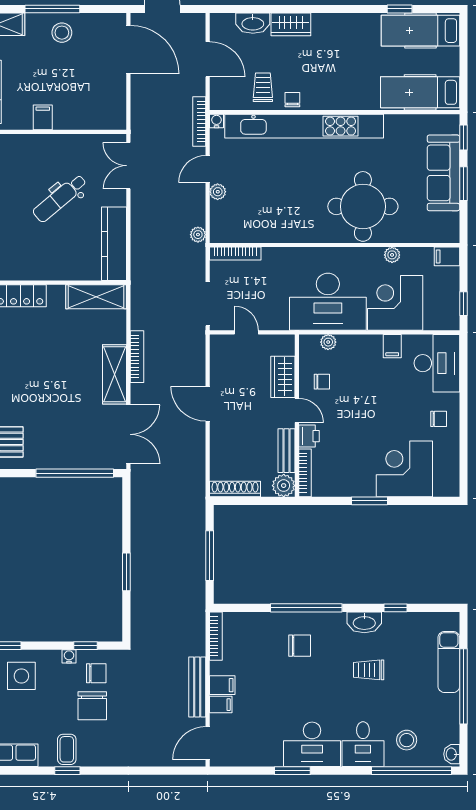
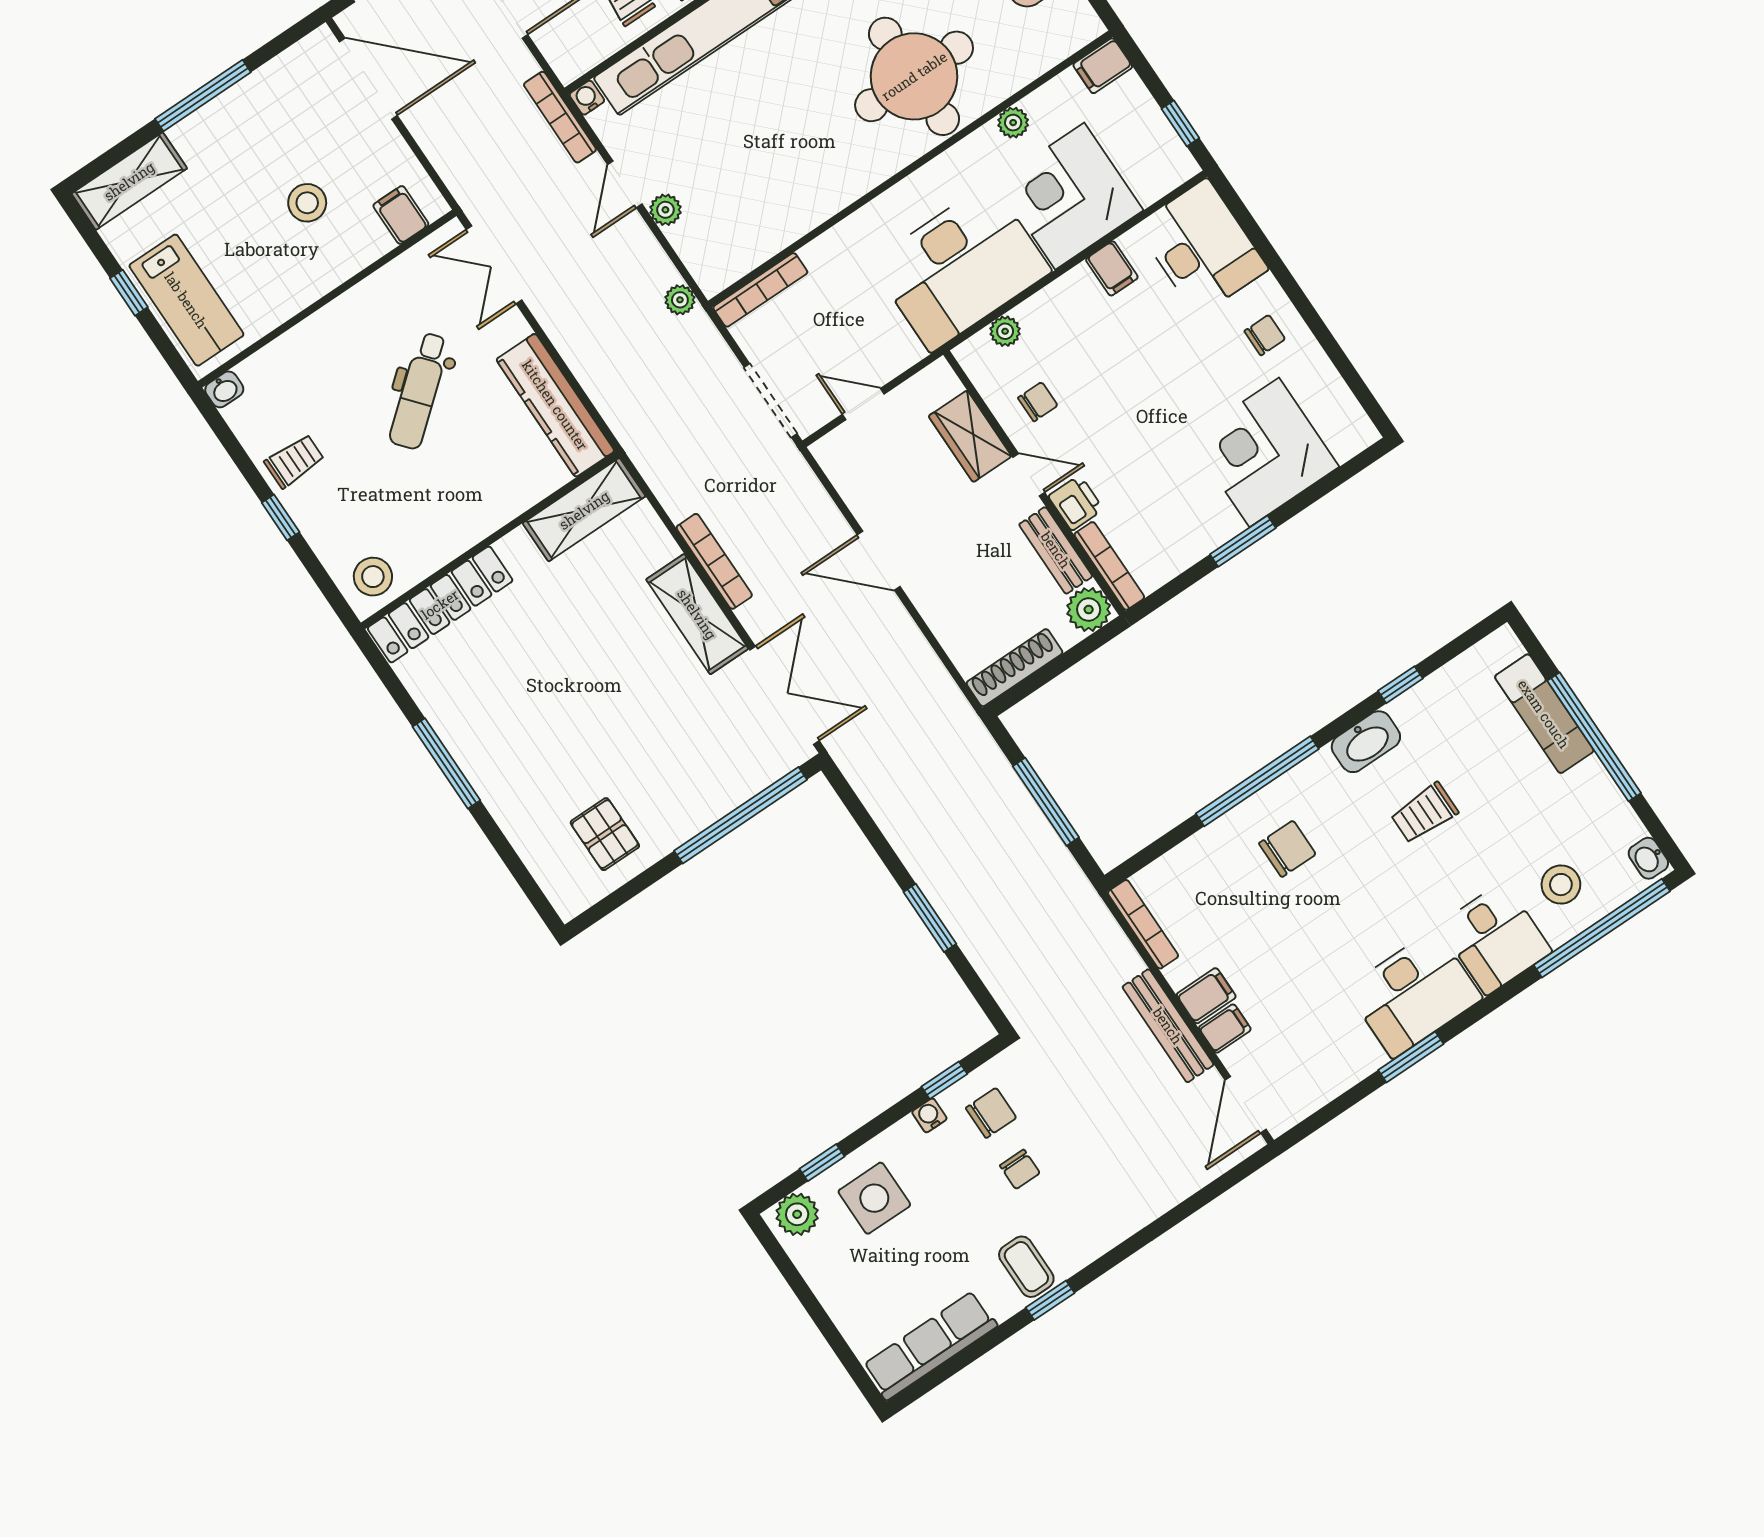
stool: (62, 33) -> (307, 203), moved
filing cabinet: (43, 117) -> (401, 215), moved
chair: (92, 706) -> (1020, 1169), width x0.54, depth x0.54

